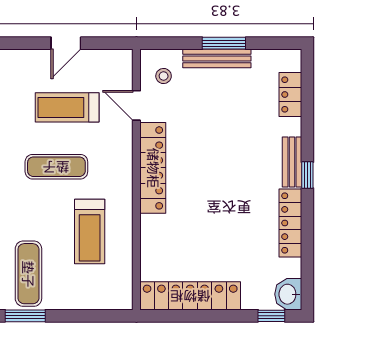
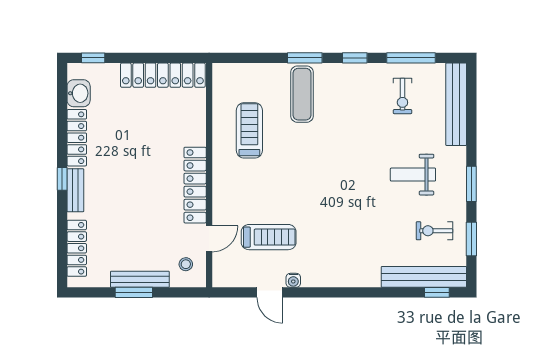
door: (66, 43) -> (270, 292), swing flipped
water cooler: (39, 57) -> (293, 280), added
locker: (290, 95) -> (77, 248), width x1.53
door: (136, 105) -> (209, 239), hinge flipped
exercise mat: (56, 167) -> (278, 186), removed
washbasin: (288, 294) -> (79, 93), moved

